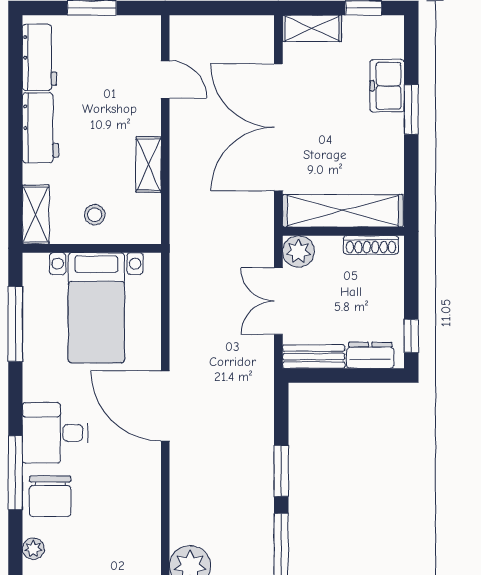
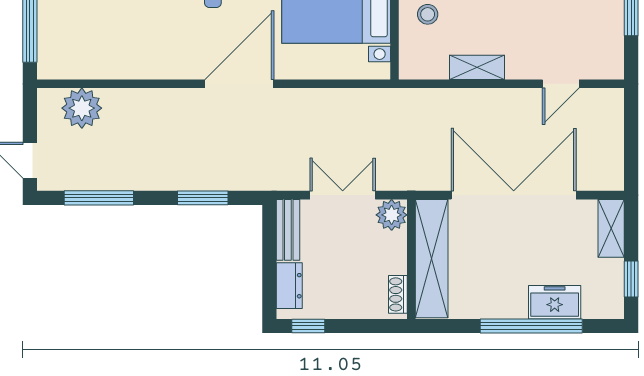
window: (411, 109) -> (531, 326), width x2.11
shoe rack: (371, 245) -> (398, 294), width x0.70
window: (281, 471) -> (203, 198), moved

